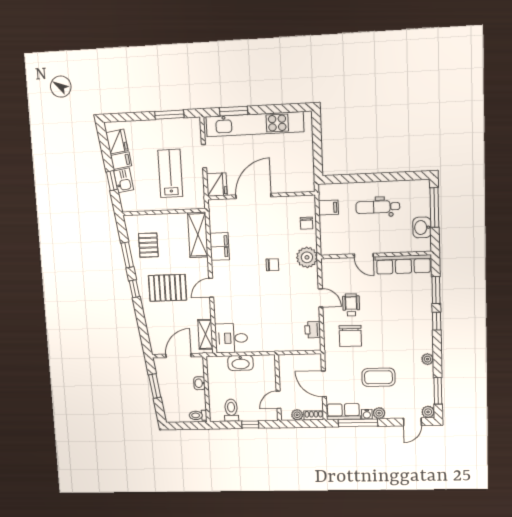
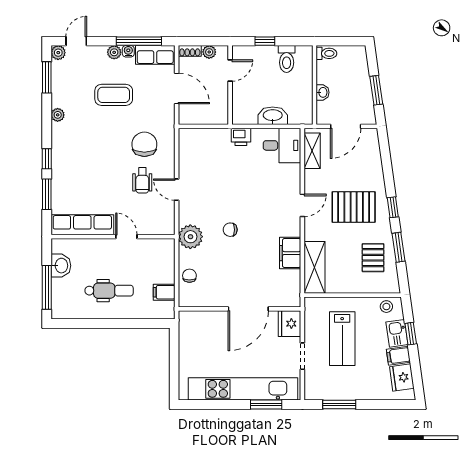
stool: (134, 203) -> (386, 307), added
printer: (313, 330) -> (241, 137), moved, turned 90

